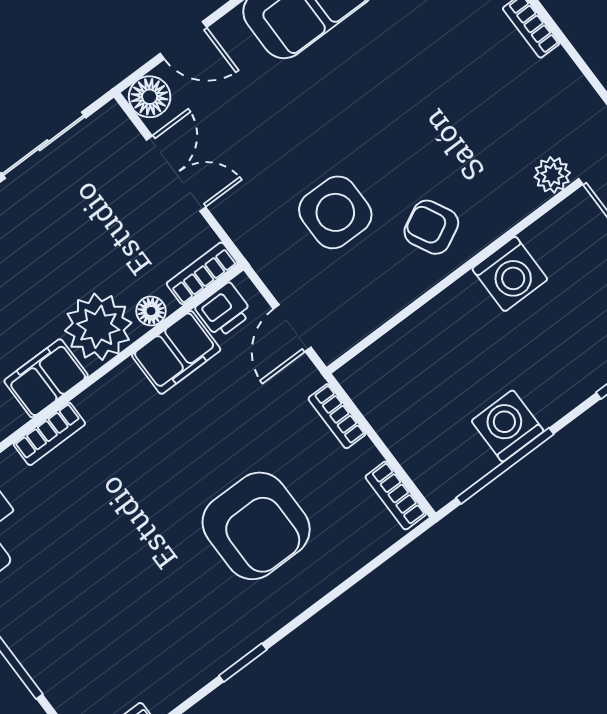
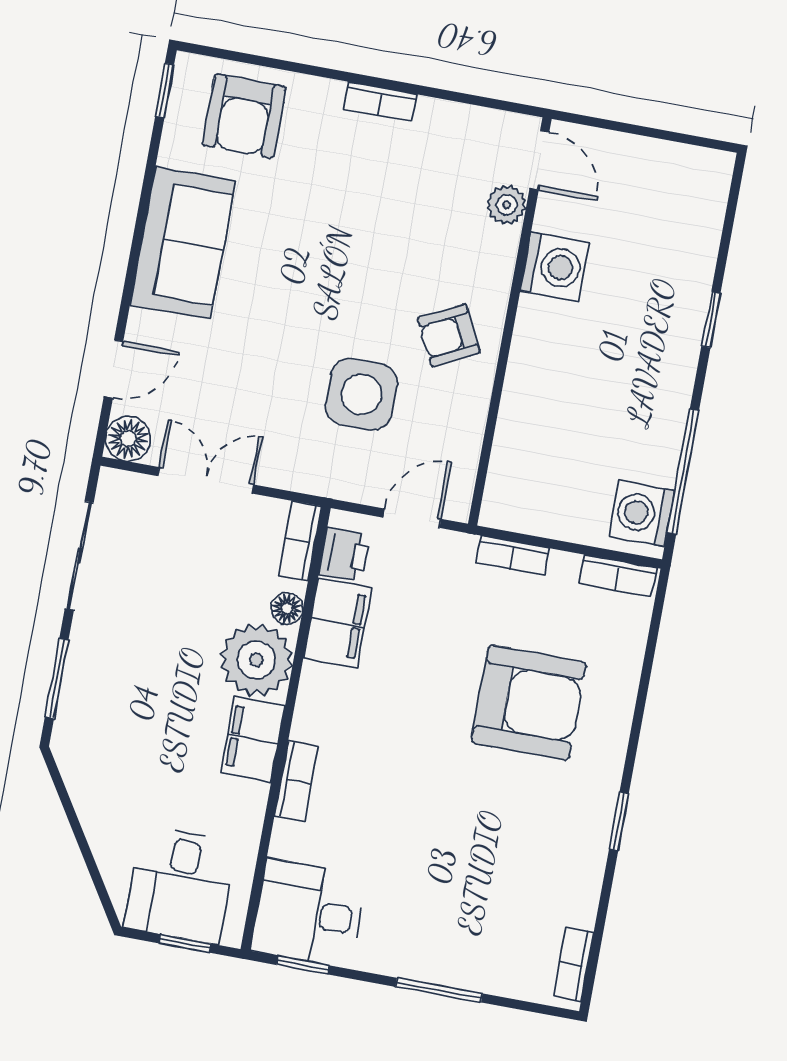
washing machine: (510, 274) -> (555, 267), moved
door: (292, 328) -> (412, 518), swing flipped
washing machine: (508, 426) -> (642, 513), moved

